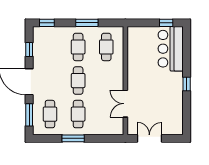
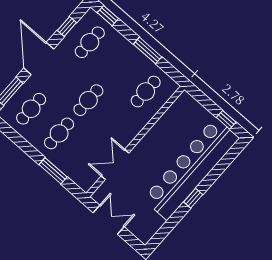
cafe table: (78, 47) -> (90, 42), moved
bar counter: (171, 49) -> (191, 169), width x1.86
window: (73, 138) -> (53, 171), moved

